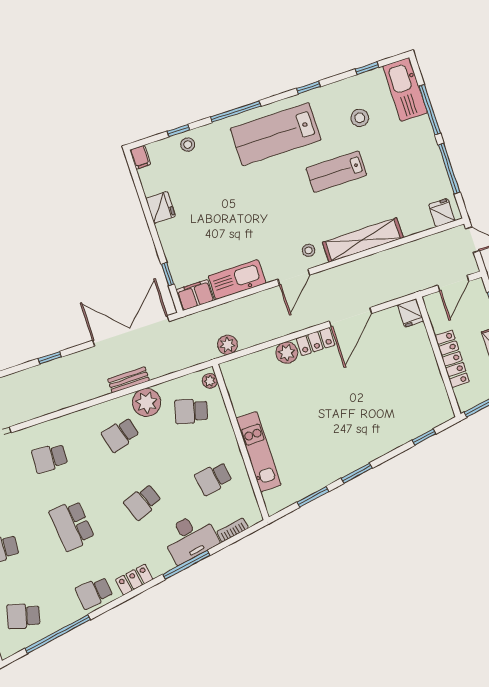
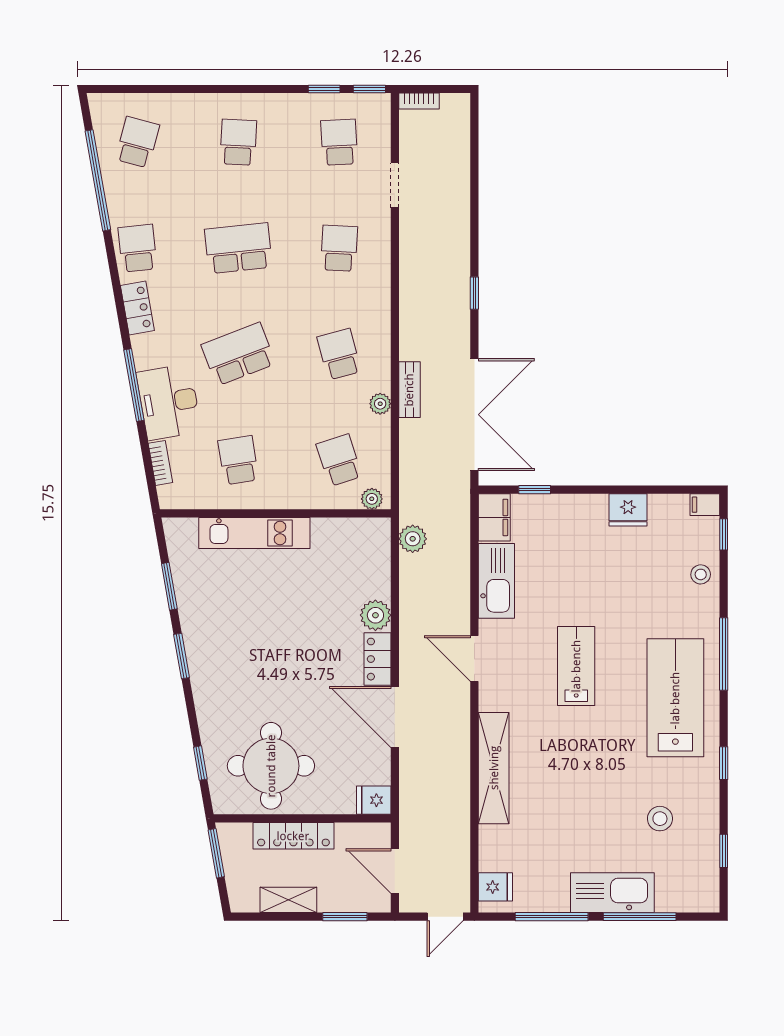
kitchen sink: (405, 89) -> (612, 893), moved
window: (178, 131) -> (724, 534), moved
lab bench: (336, 172) -> (576, 666), moved
stool: (308, 250) -> (504, 690), removed
round table: (410, 389) -> (271, 766), added
plant: (147, 402) -> (380, 404), width x0.53, depth x0.53
school desk: (191, 411) -> (339, 460), turned -33
school desk: (143, 502) -> (238, 354), width x1.85

